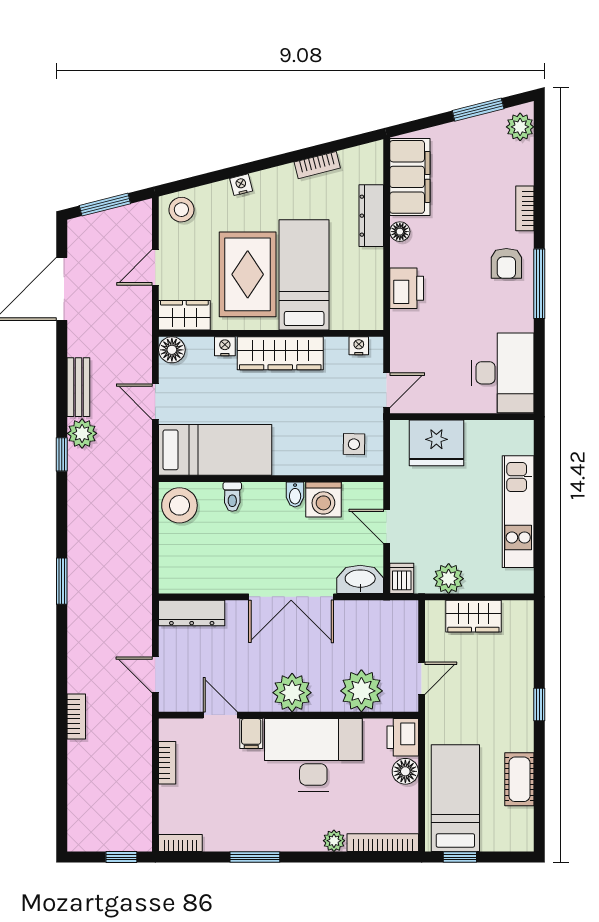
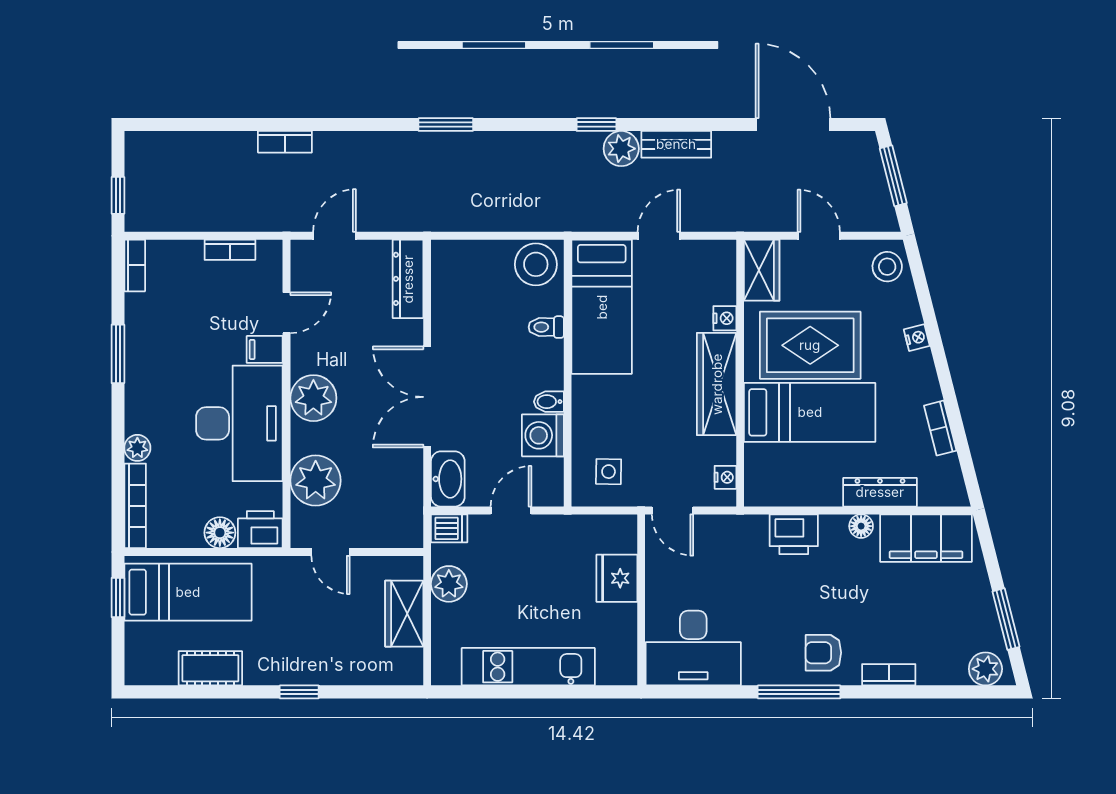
floor lamp: (172, 350) -> (721, 255), removed
fridge: (436, 443) -> (617, 578), width x0.73, depth x0.75

